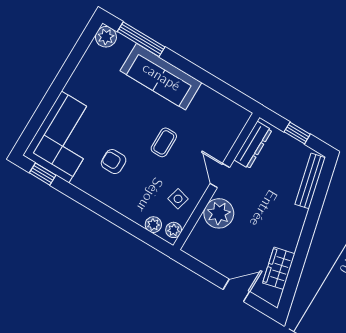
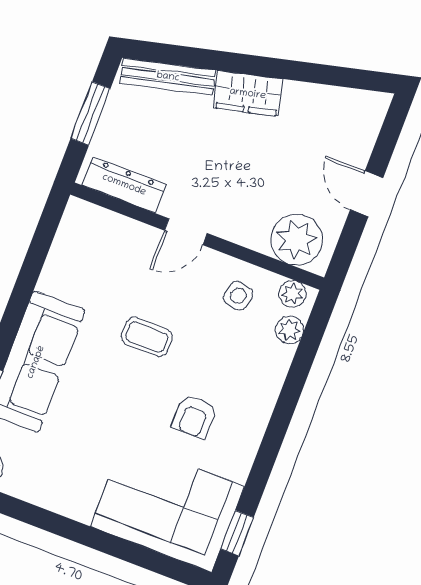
window: (297, 133) -> (90, 113), width x1.50
plant: (219, 213) -> (297, 240), moved
wardrobe: (279, 268) -> (248, 94), moved
door: (236, 290) -> (367, 194), moved

